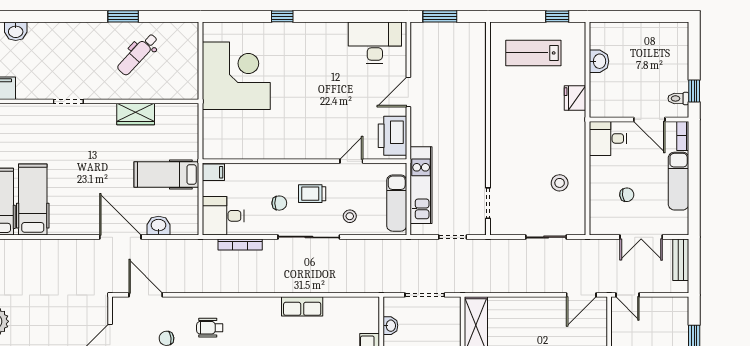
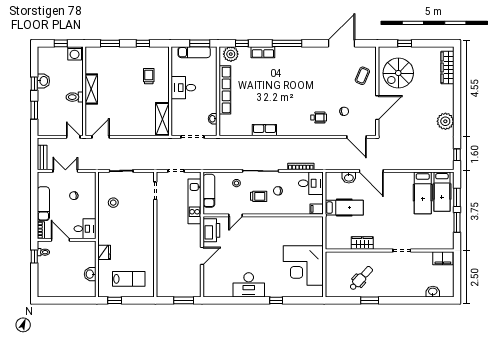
desk: (375, 43) -> (249, 285), moved

